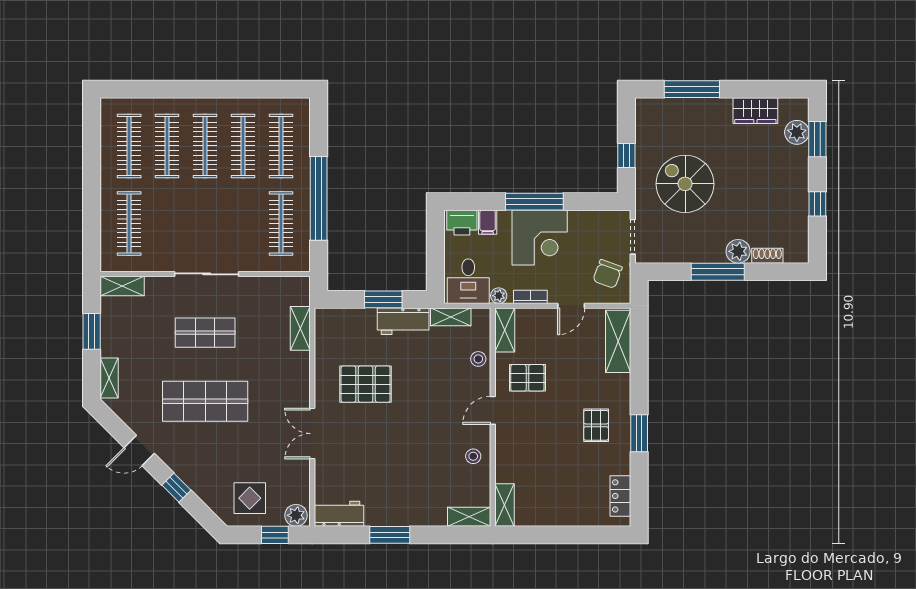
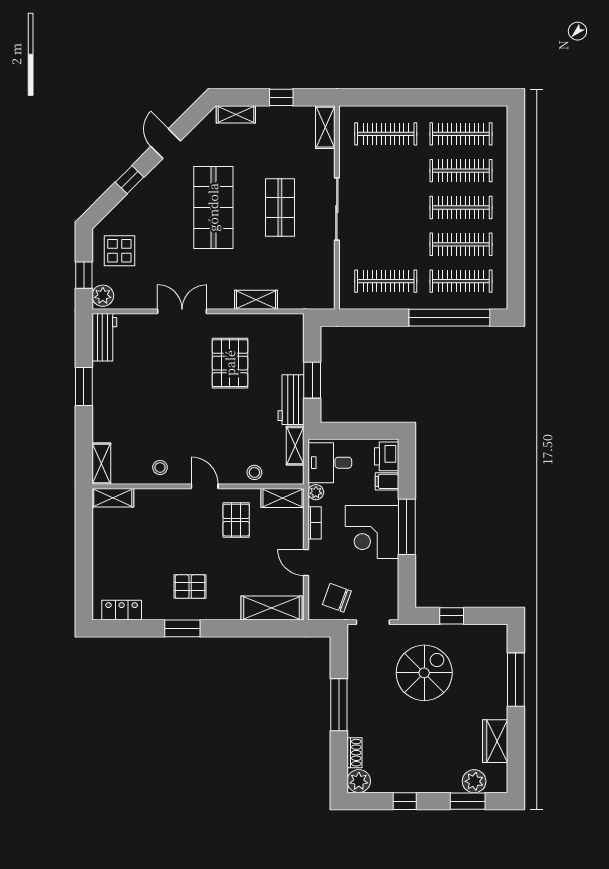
window: (319, 198) -> (449, 318), moved
plant: (738, 251) -> (359, 781), moved
shelving: (300, 328) -> (256, 300), moved
window: (92, 331) -> (281, 97), width x0.67

